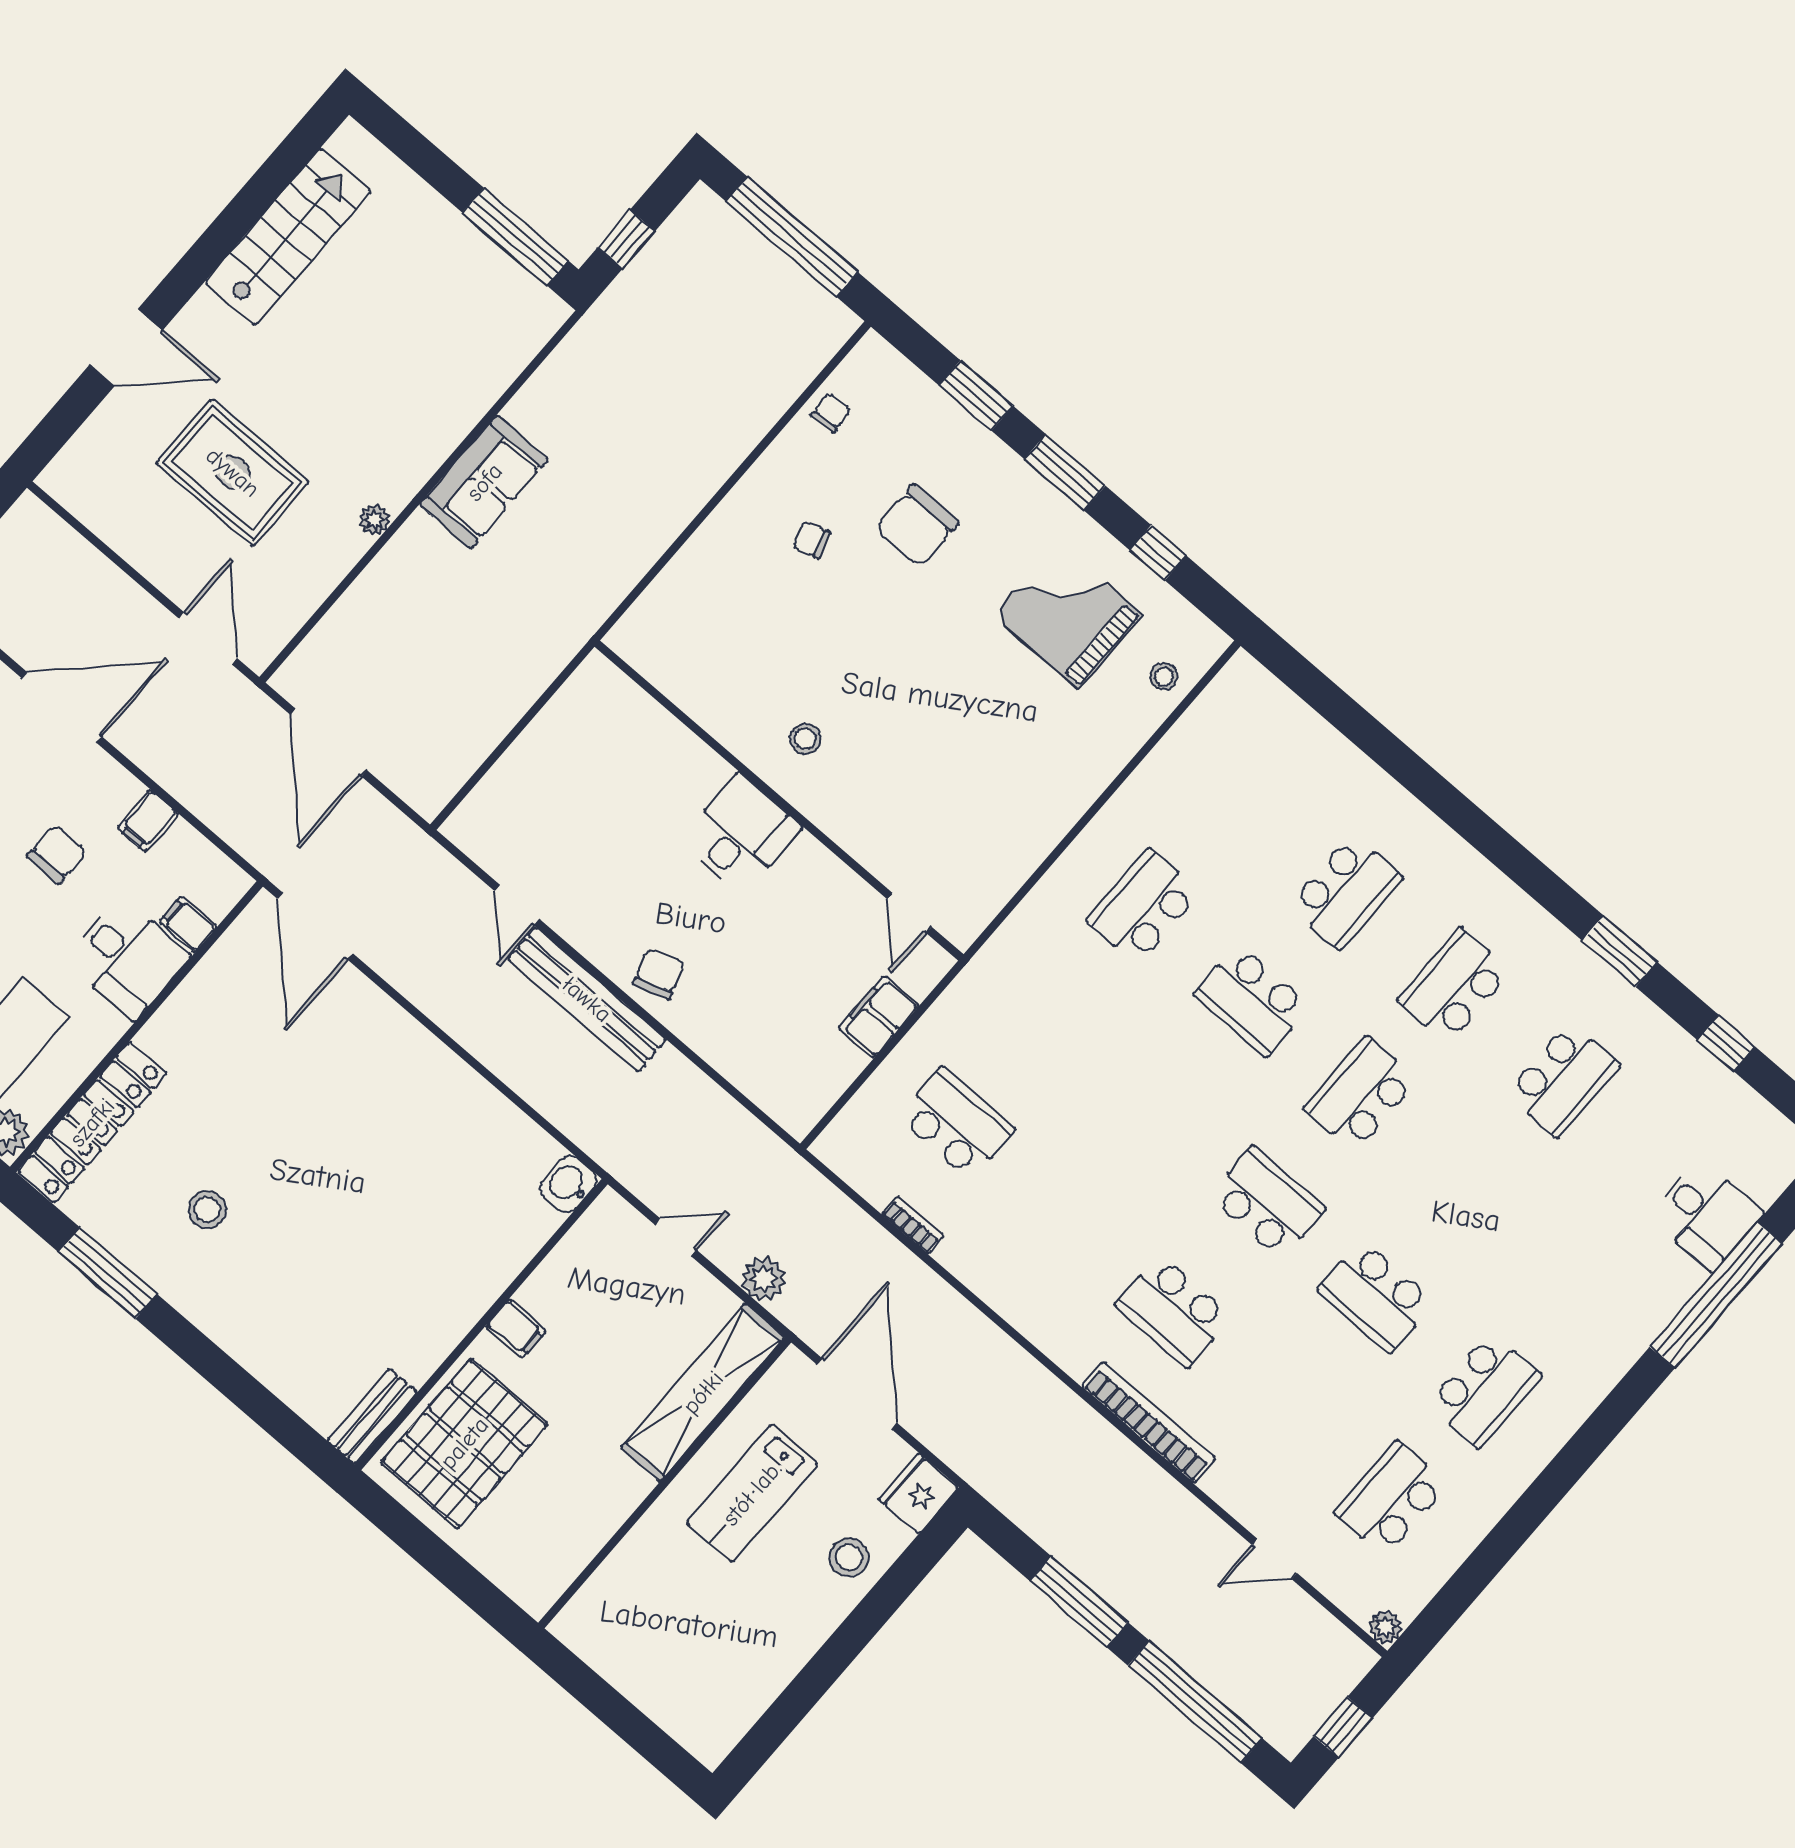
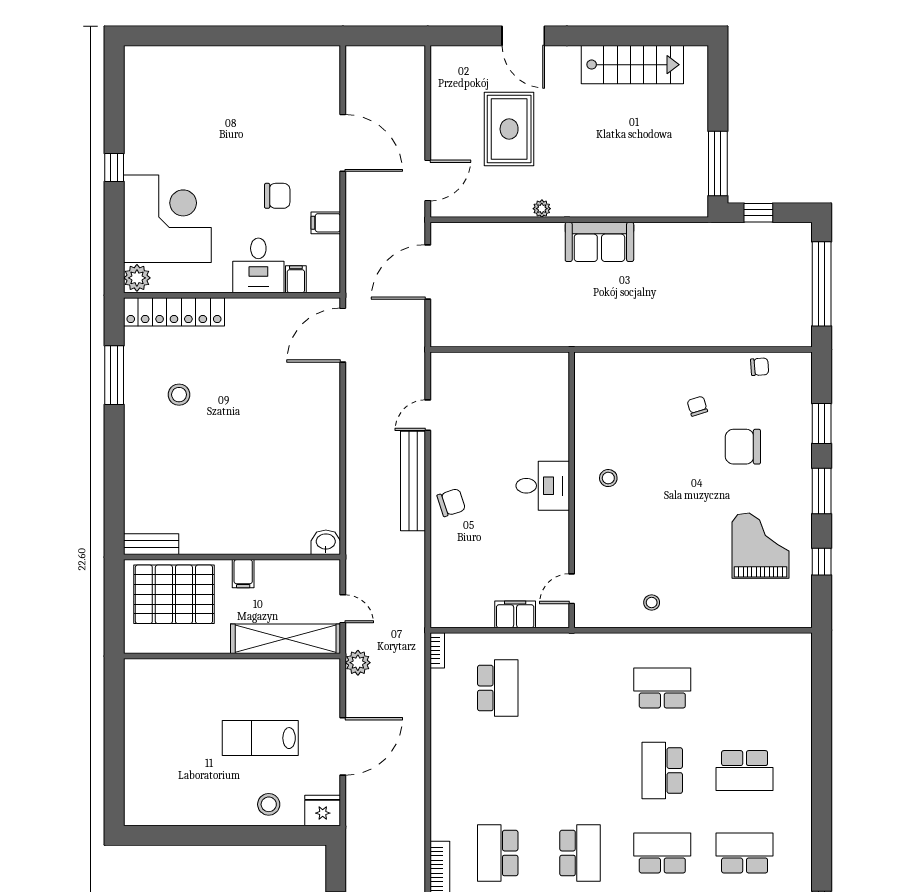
stool: (1164, 676) -> (652, 603), moved
bookcase: (913, 1225) -> (437, 650), moved
shelving: (703, 1392) -> (286, 639), moved
wall: (665, 1483) -> (232, 656), moved

